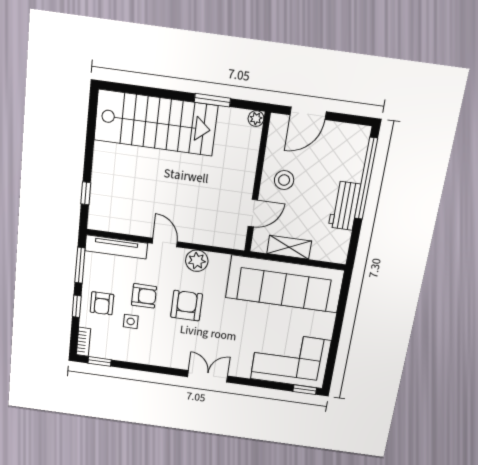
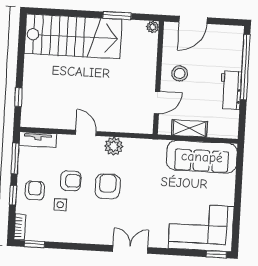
tv unit: (116, 247) -> (38, 140), width x0.71
sofa: (285, 284) -> (202, 157), width x0.74, depth x0.79
armchair: (102, 303) -> (35, 191), turned 180

